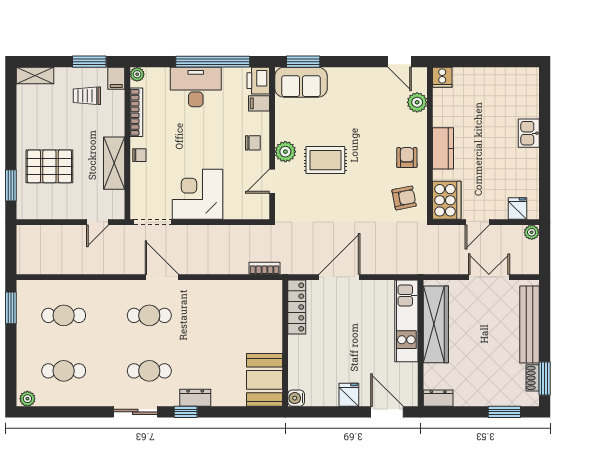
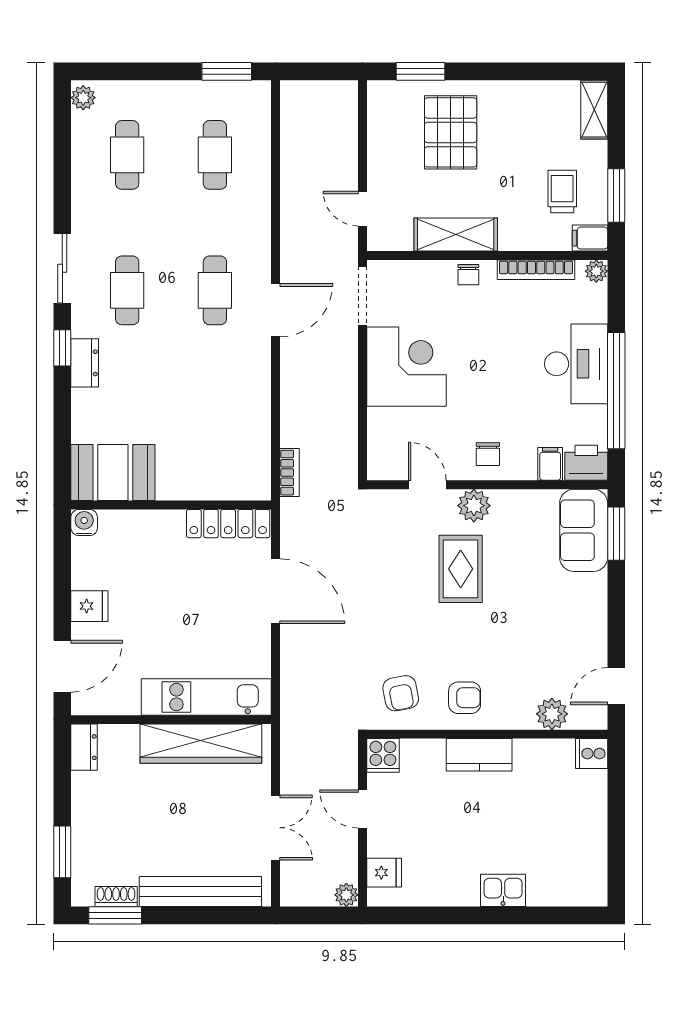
cooker: (447, 200) -> (383, 755), width x0.53, depth x0.76

